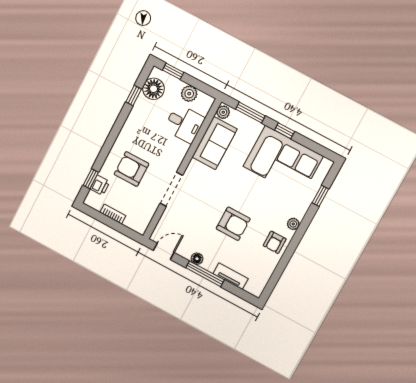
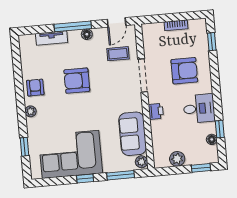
floor lamp: (154, 89) -> (212, 139), width x0.53, depth x0.53
desk: (184, 124) -> (199, 109), moved, turned 180
printer: (100, 185) -> (156, 111), moved, turned 180
coffee table: (181, 223) -> (118, 54), added

